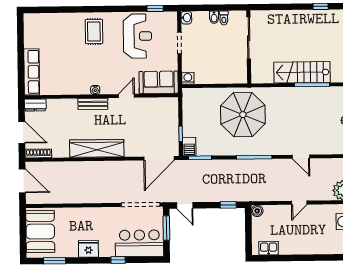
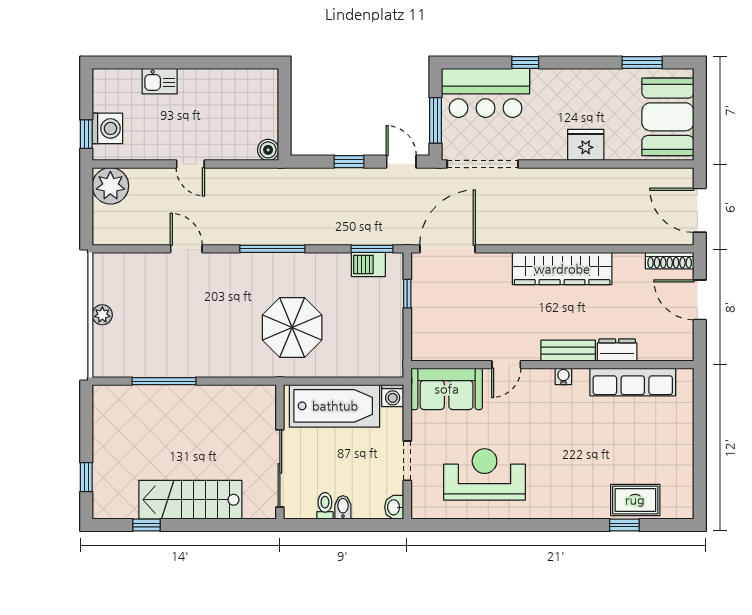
window: (155, 8) -> (624, 525), moved
rug: (94, 31) -> (635, 500), moved, turned 90
reception desk: (137, 36) -> (485, 474), turned 90
row of seats: (32, 72) -> (633, 382), moved, turned -90
bathtub: (219, 72) -> (335, 406), added
stairs: (302, 72) -> (190, 500), moved, turned 180
dresser: (35, 105) -> (617, 350), moved
parasol: (243, 115) -> (292, 328), width x0.73, depth x0.73
barbecue: (189, 147) -> (368, 265), moved, turned -90
door: (299, 203) -> (190, 164), swing flipped
window: (228, 205) -> (349, 162), moved
kitchen sink: (269, 248) -> (160, 81), moved
fridge: (88, 249) -> (586, 145), moved, turned 180

